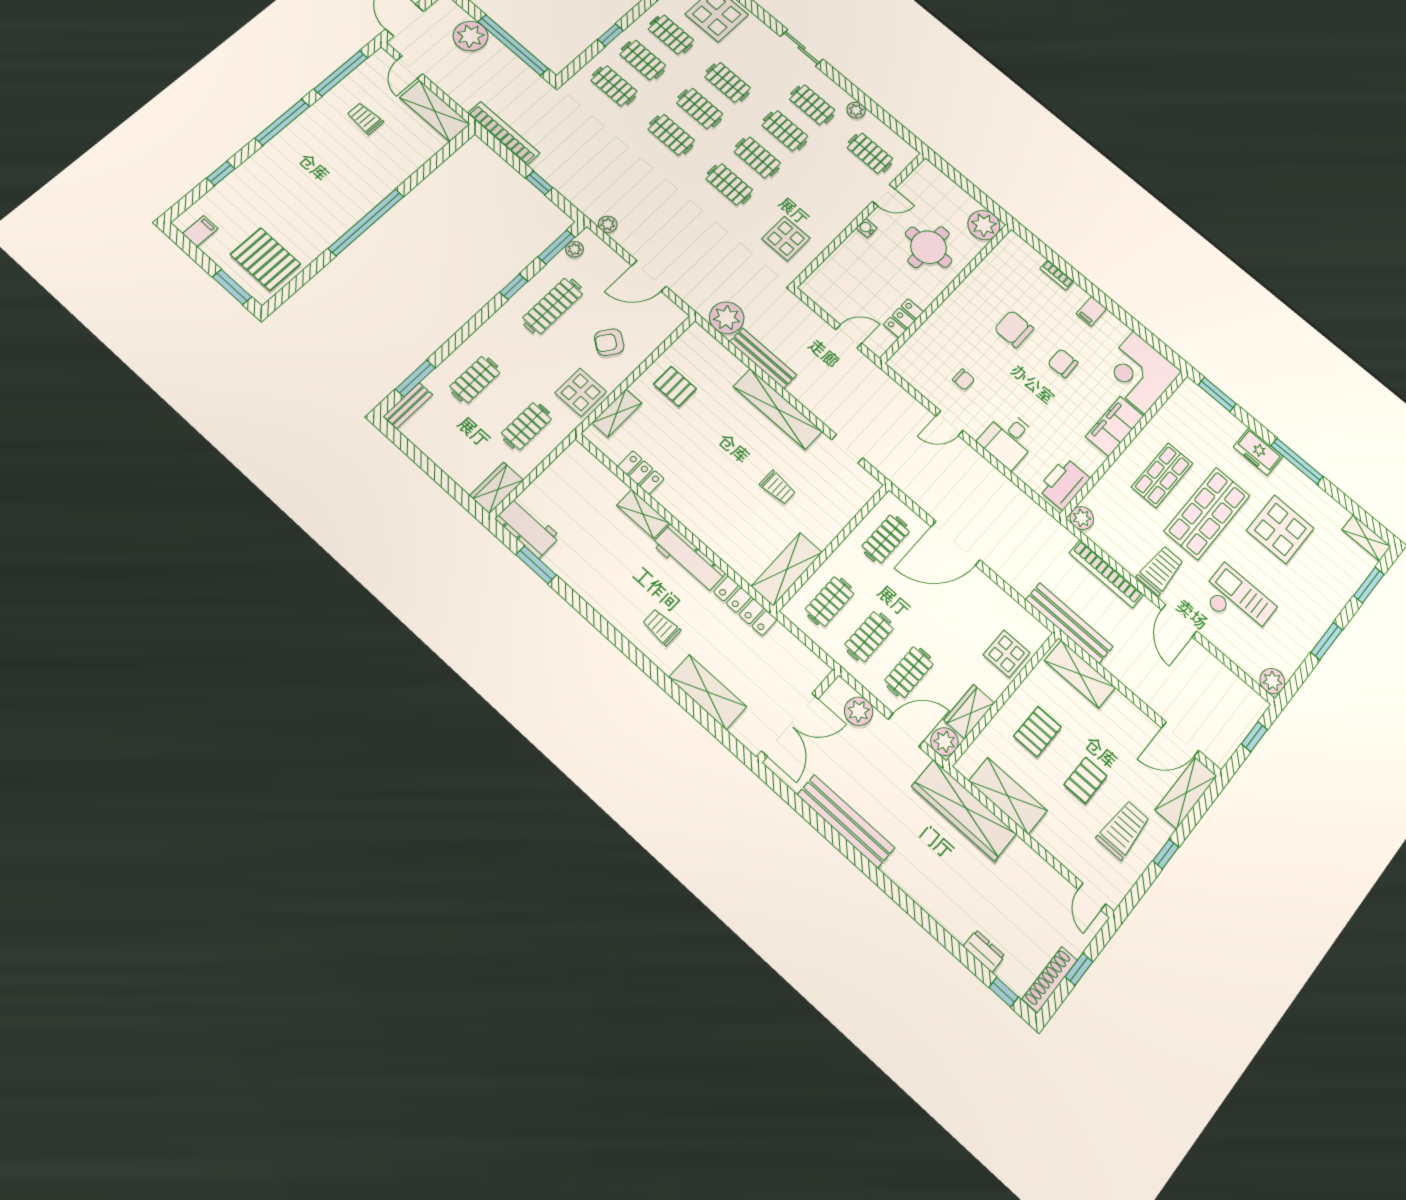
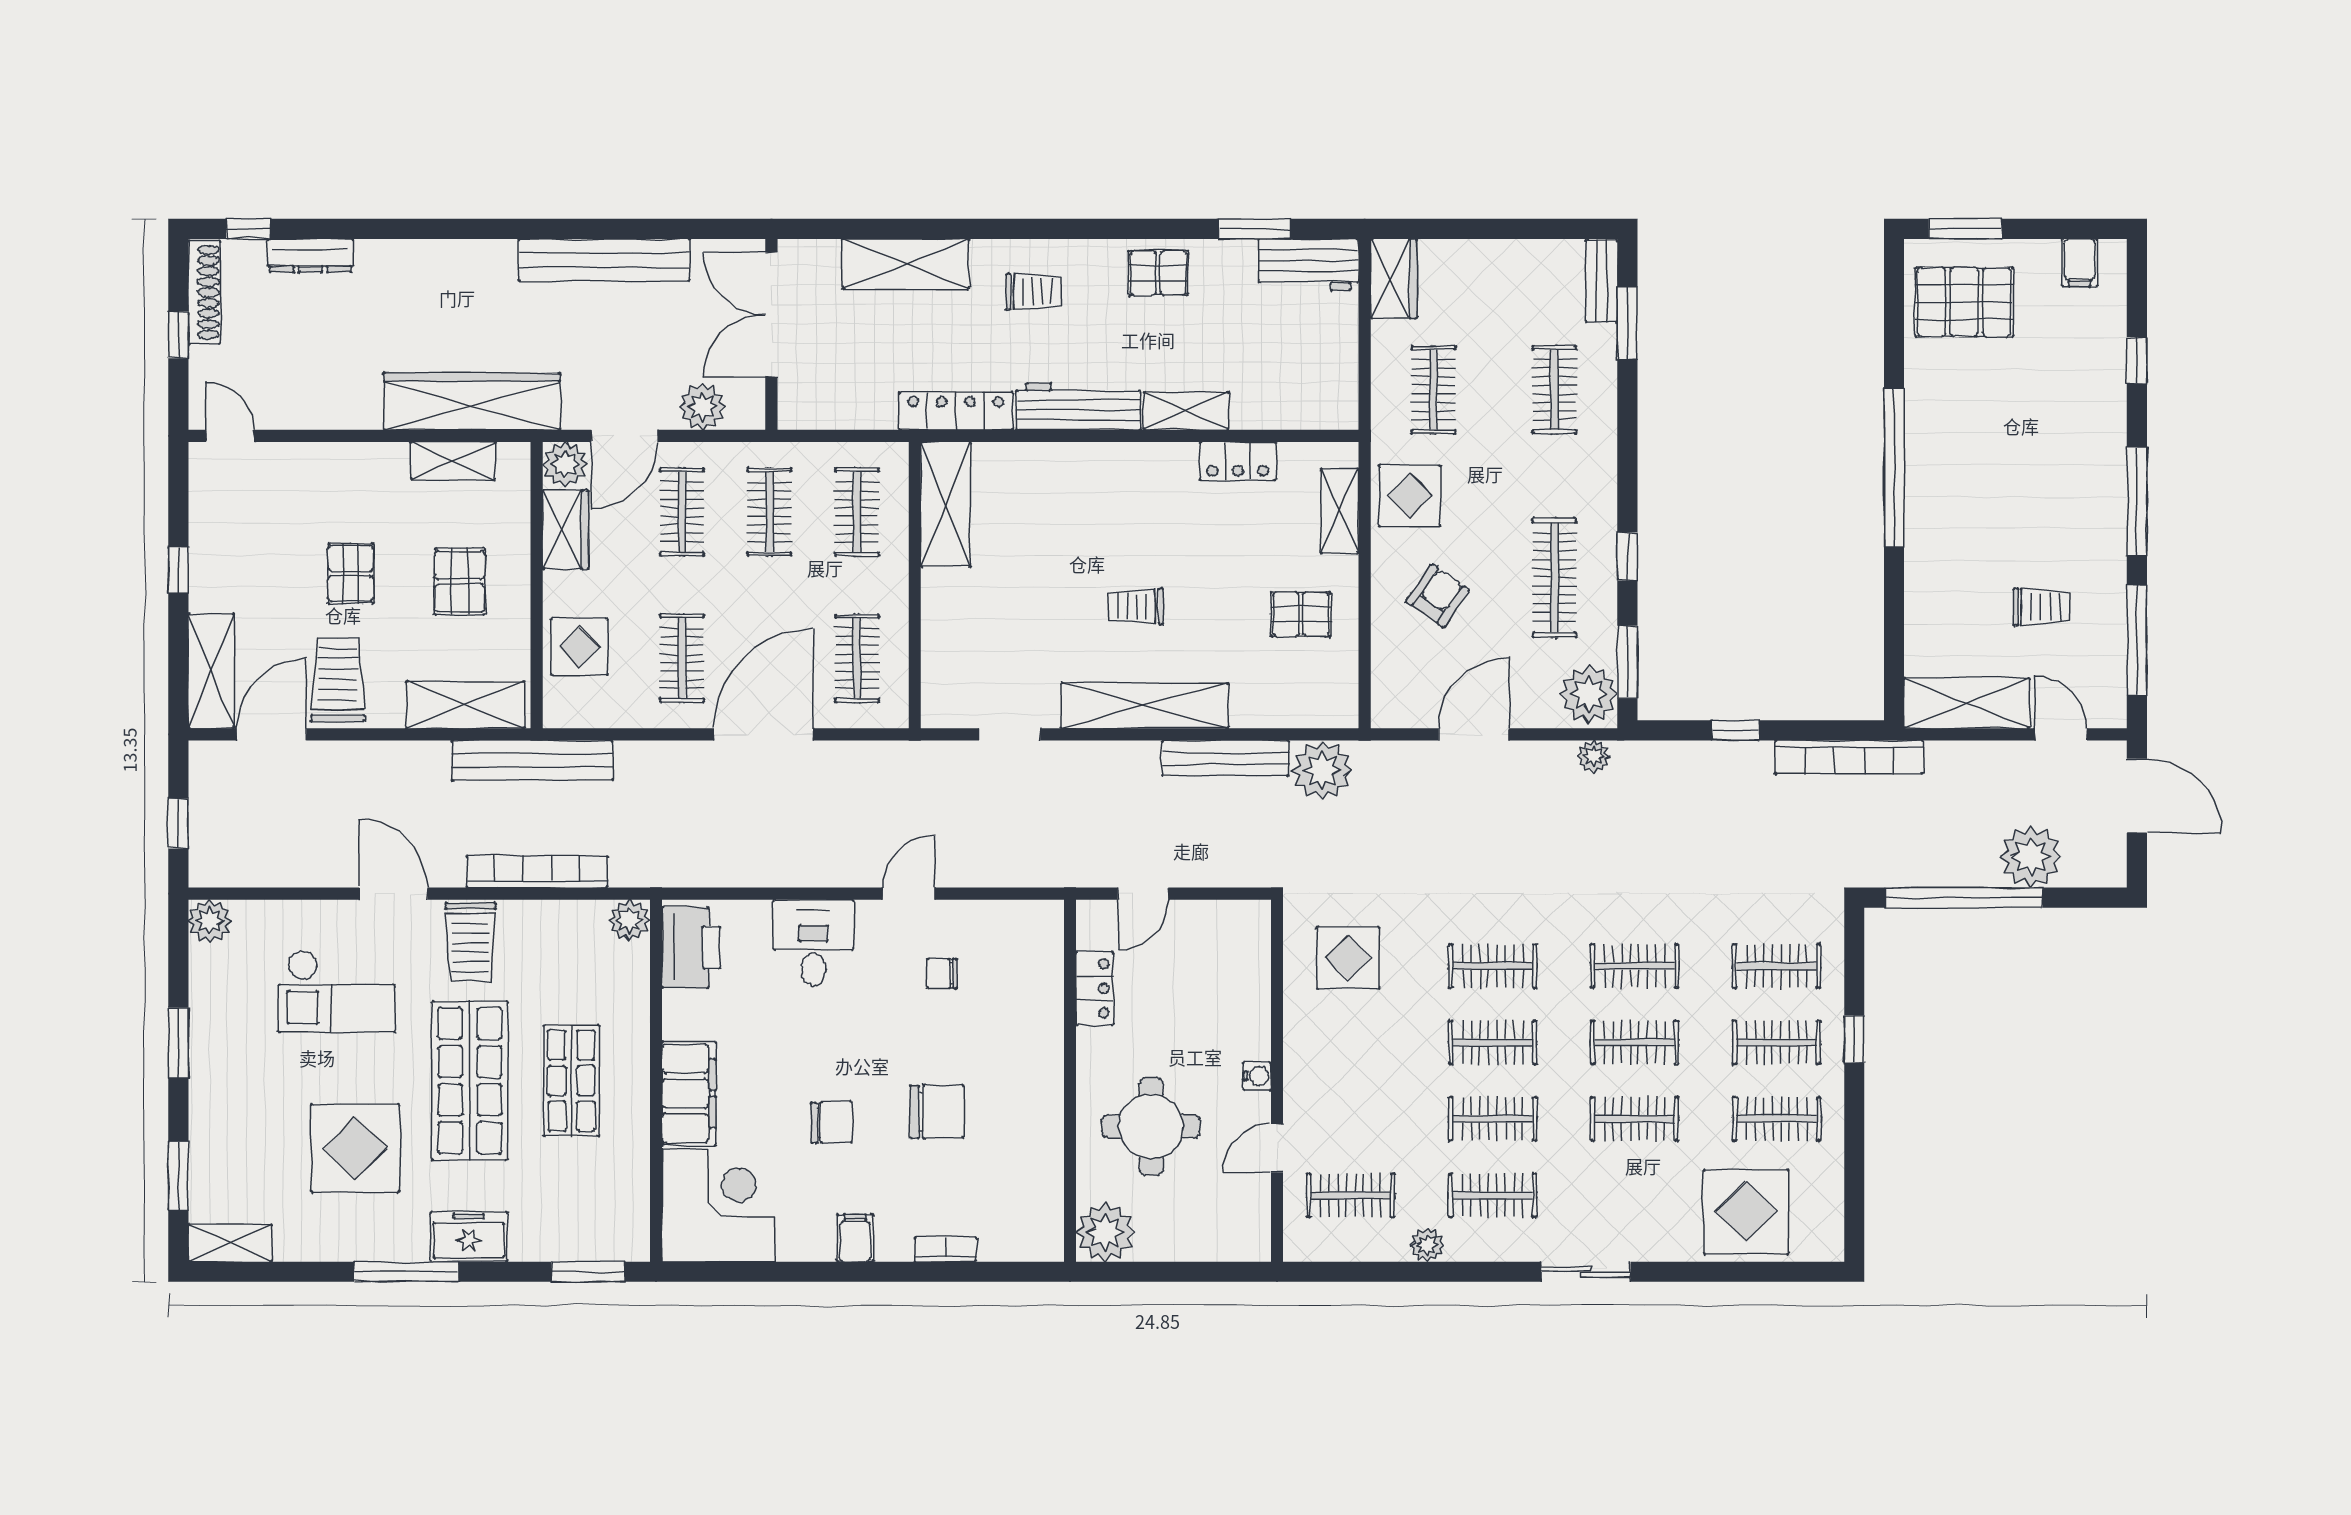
plant: (574, 249) -> (1589, 694), width x1.88, depth x1.88
trolley: (778, 488) -> (1136, 606), moved
pallet: (598, 585) -> (1158, 273), added
clothes rail: (964, 608) -> (682, 658), added
shelving: (1008, 796) -> (453, 461), width x0.67, depth x0.75
trolley: (1123, 830) -> (338, 680), moved, turned 180
dresser: (984, 951) -> (310, 256), width x1.44

